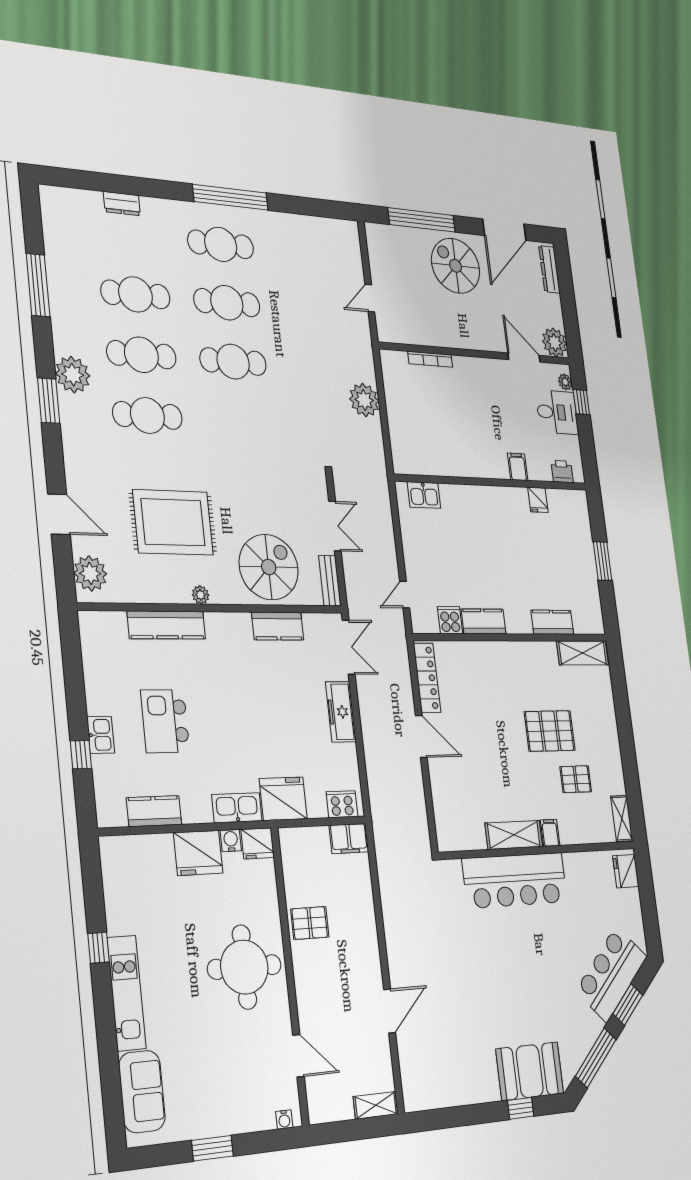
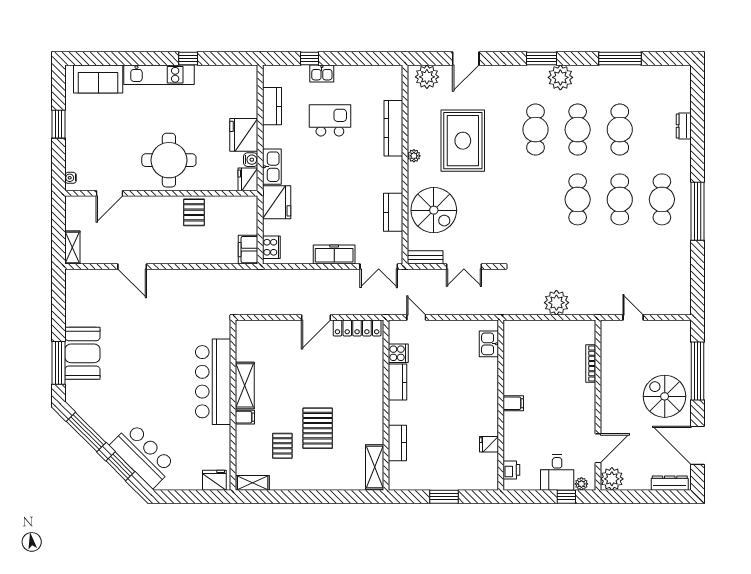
spiral stairs: (456, 266) -> (665, 396), turned -90
filing cabinet: (518, 467) -> (513, 403), moved
booth: (530, 1071) -> (82, 353), moved
window: (521, 1108) -> (59, 363), width x2.17

